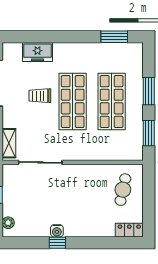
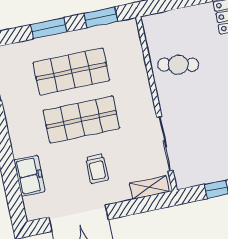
trolley: (40, 96) -> (97, 169), moved
cafe table: (123, 190) -> (178, 65), moved

